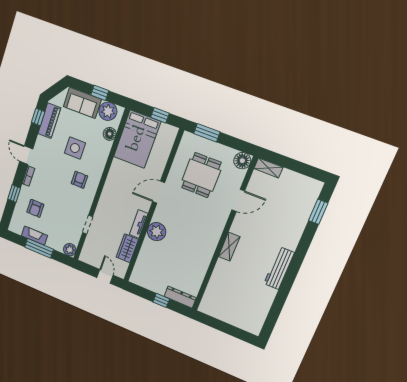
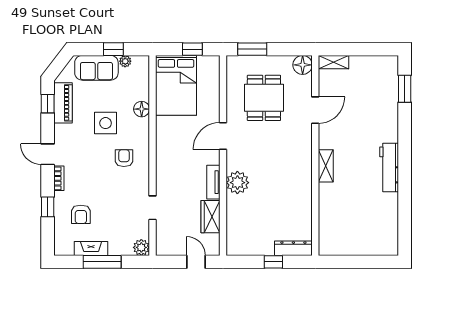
plant: (108, 111) -> (125, 61), width x0.53, depth x0.53
floor lamp: (110, 134) -> (142, 109), moved

